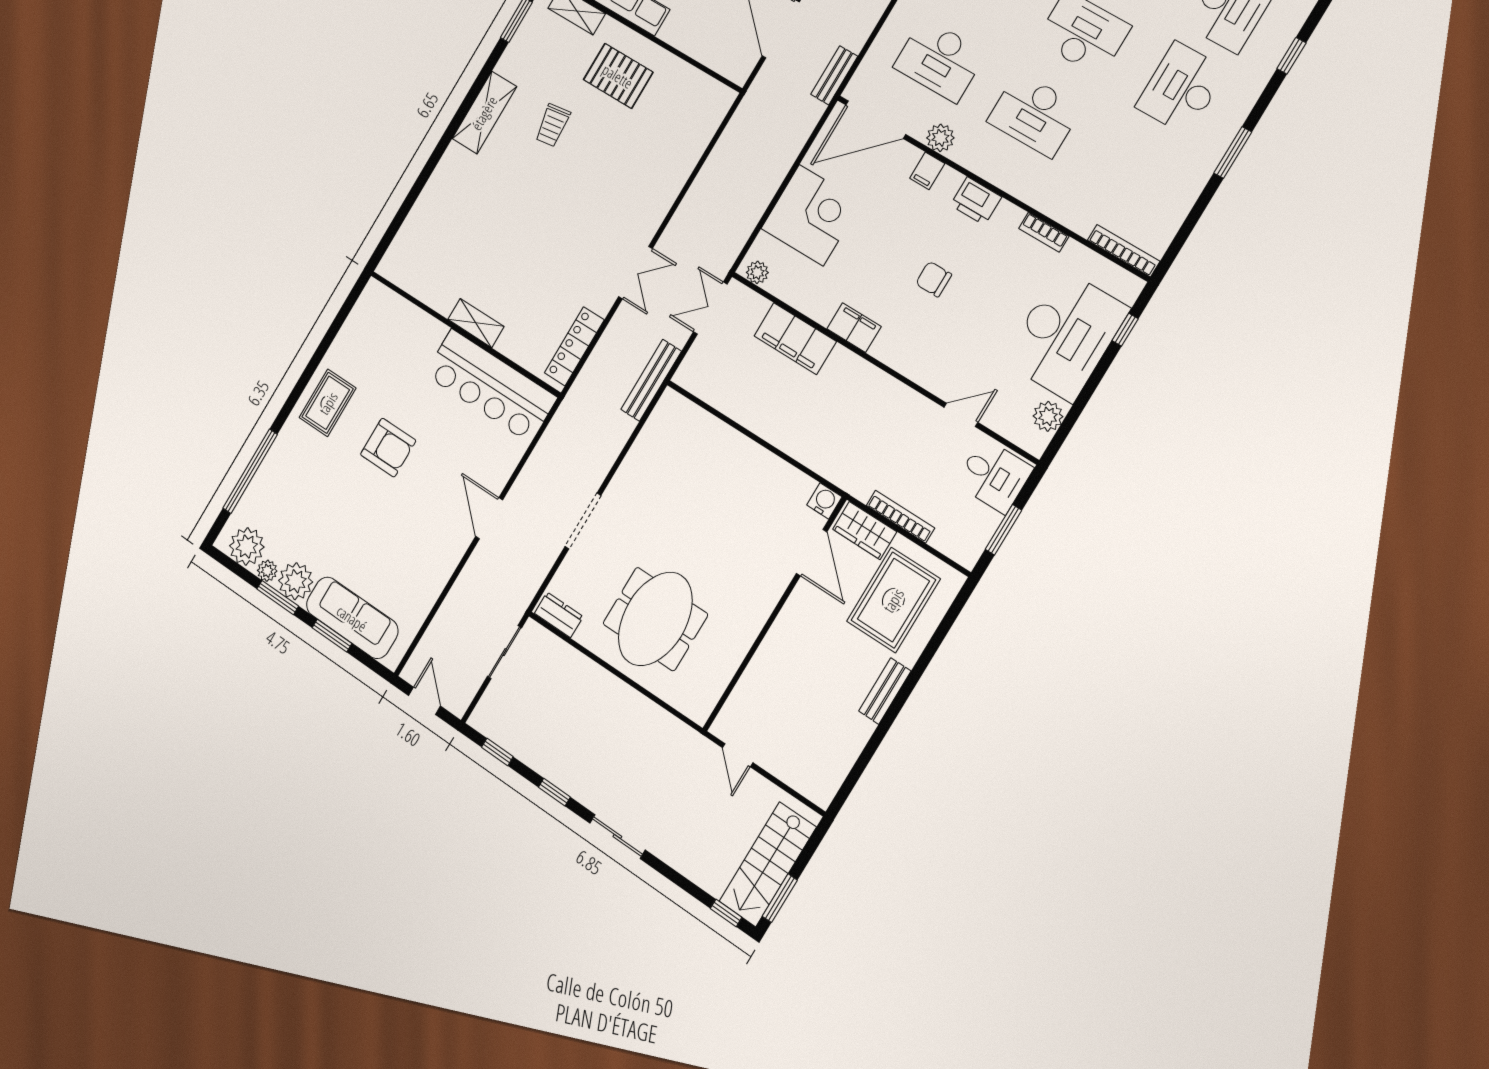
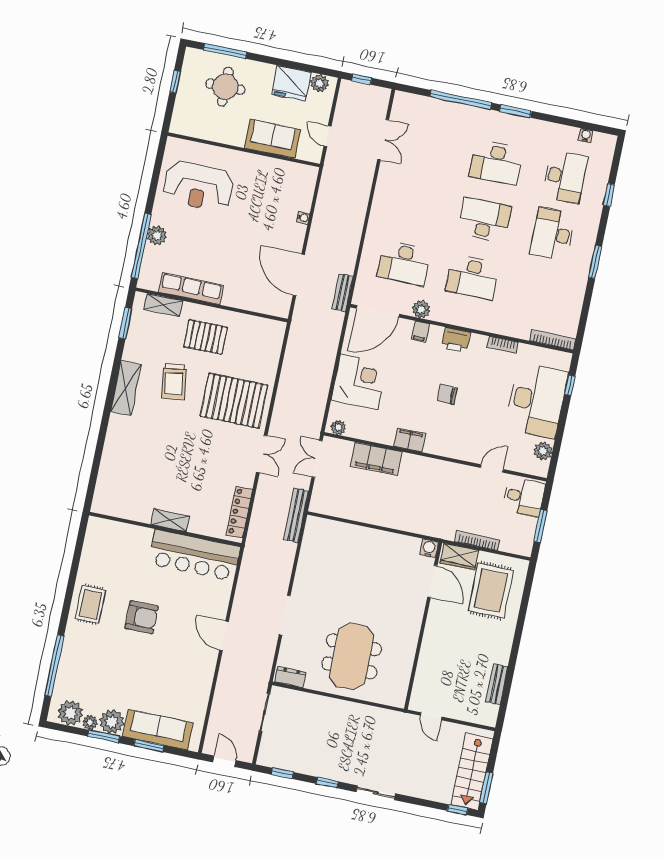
trolley: (553, 125) -> (174, 381), width x1.36, depth x1.39
pallet: (624, 182) -> (234, 401), added
bench: (885, 691) -> (497, 684), moved

